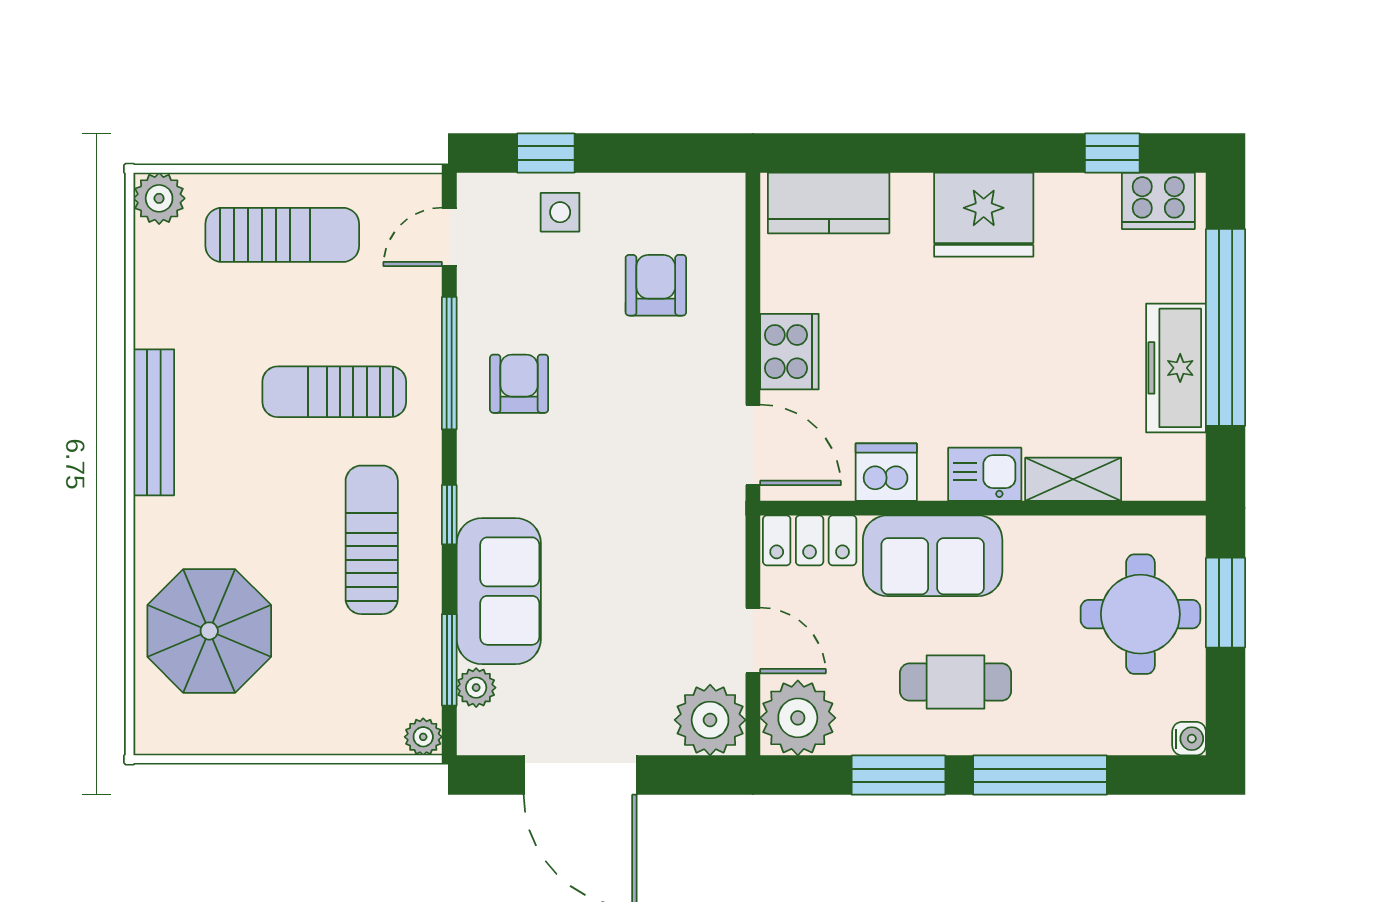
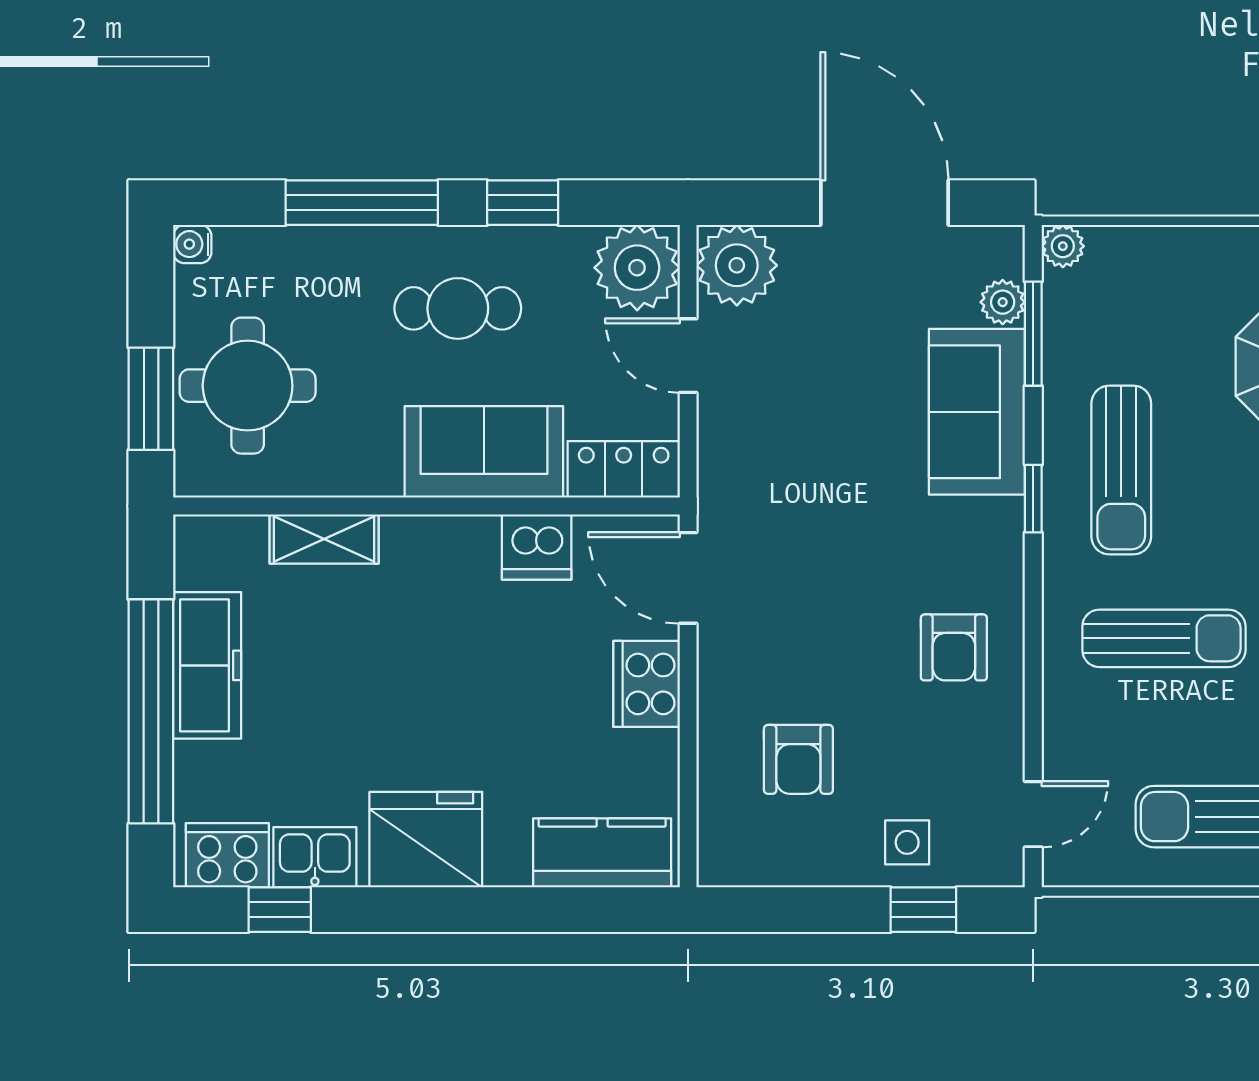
window: (449, 363) -> (1033, 671), removed
kitchen sink: (985, 474) -> (315, 857), moved, turned 180
window: (898, 775) -> (523, 203), width x0.67

